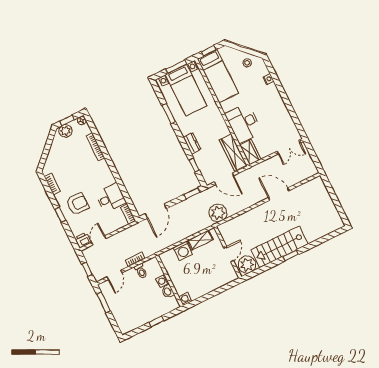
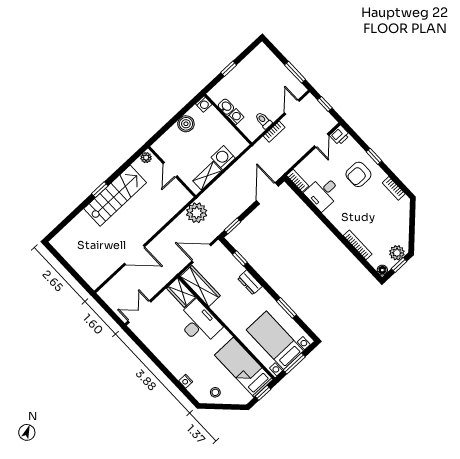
plant: (247, 265) -> (146, 158), width x0.53, depth x0.53
boiler: (204, 288) -> (186, 124), added

